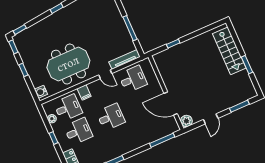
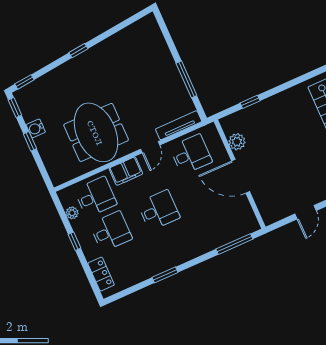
meeting table: (68, 64) -> (96, 132), turned 90
door: (105, 74) -> (150, 147), hinge flipped
water cooler: (41, 92) -> (36, 128), moved
filing cabinet: (84, 92) -> (126, 171), width x2.00
door: (171, 103) -> (241, 176), moved
plant: (186, 121) -> (237, 142), moved

